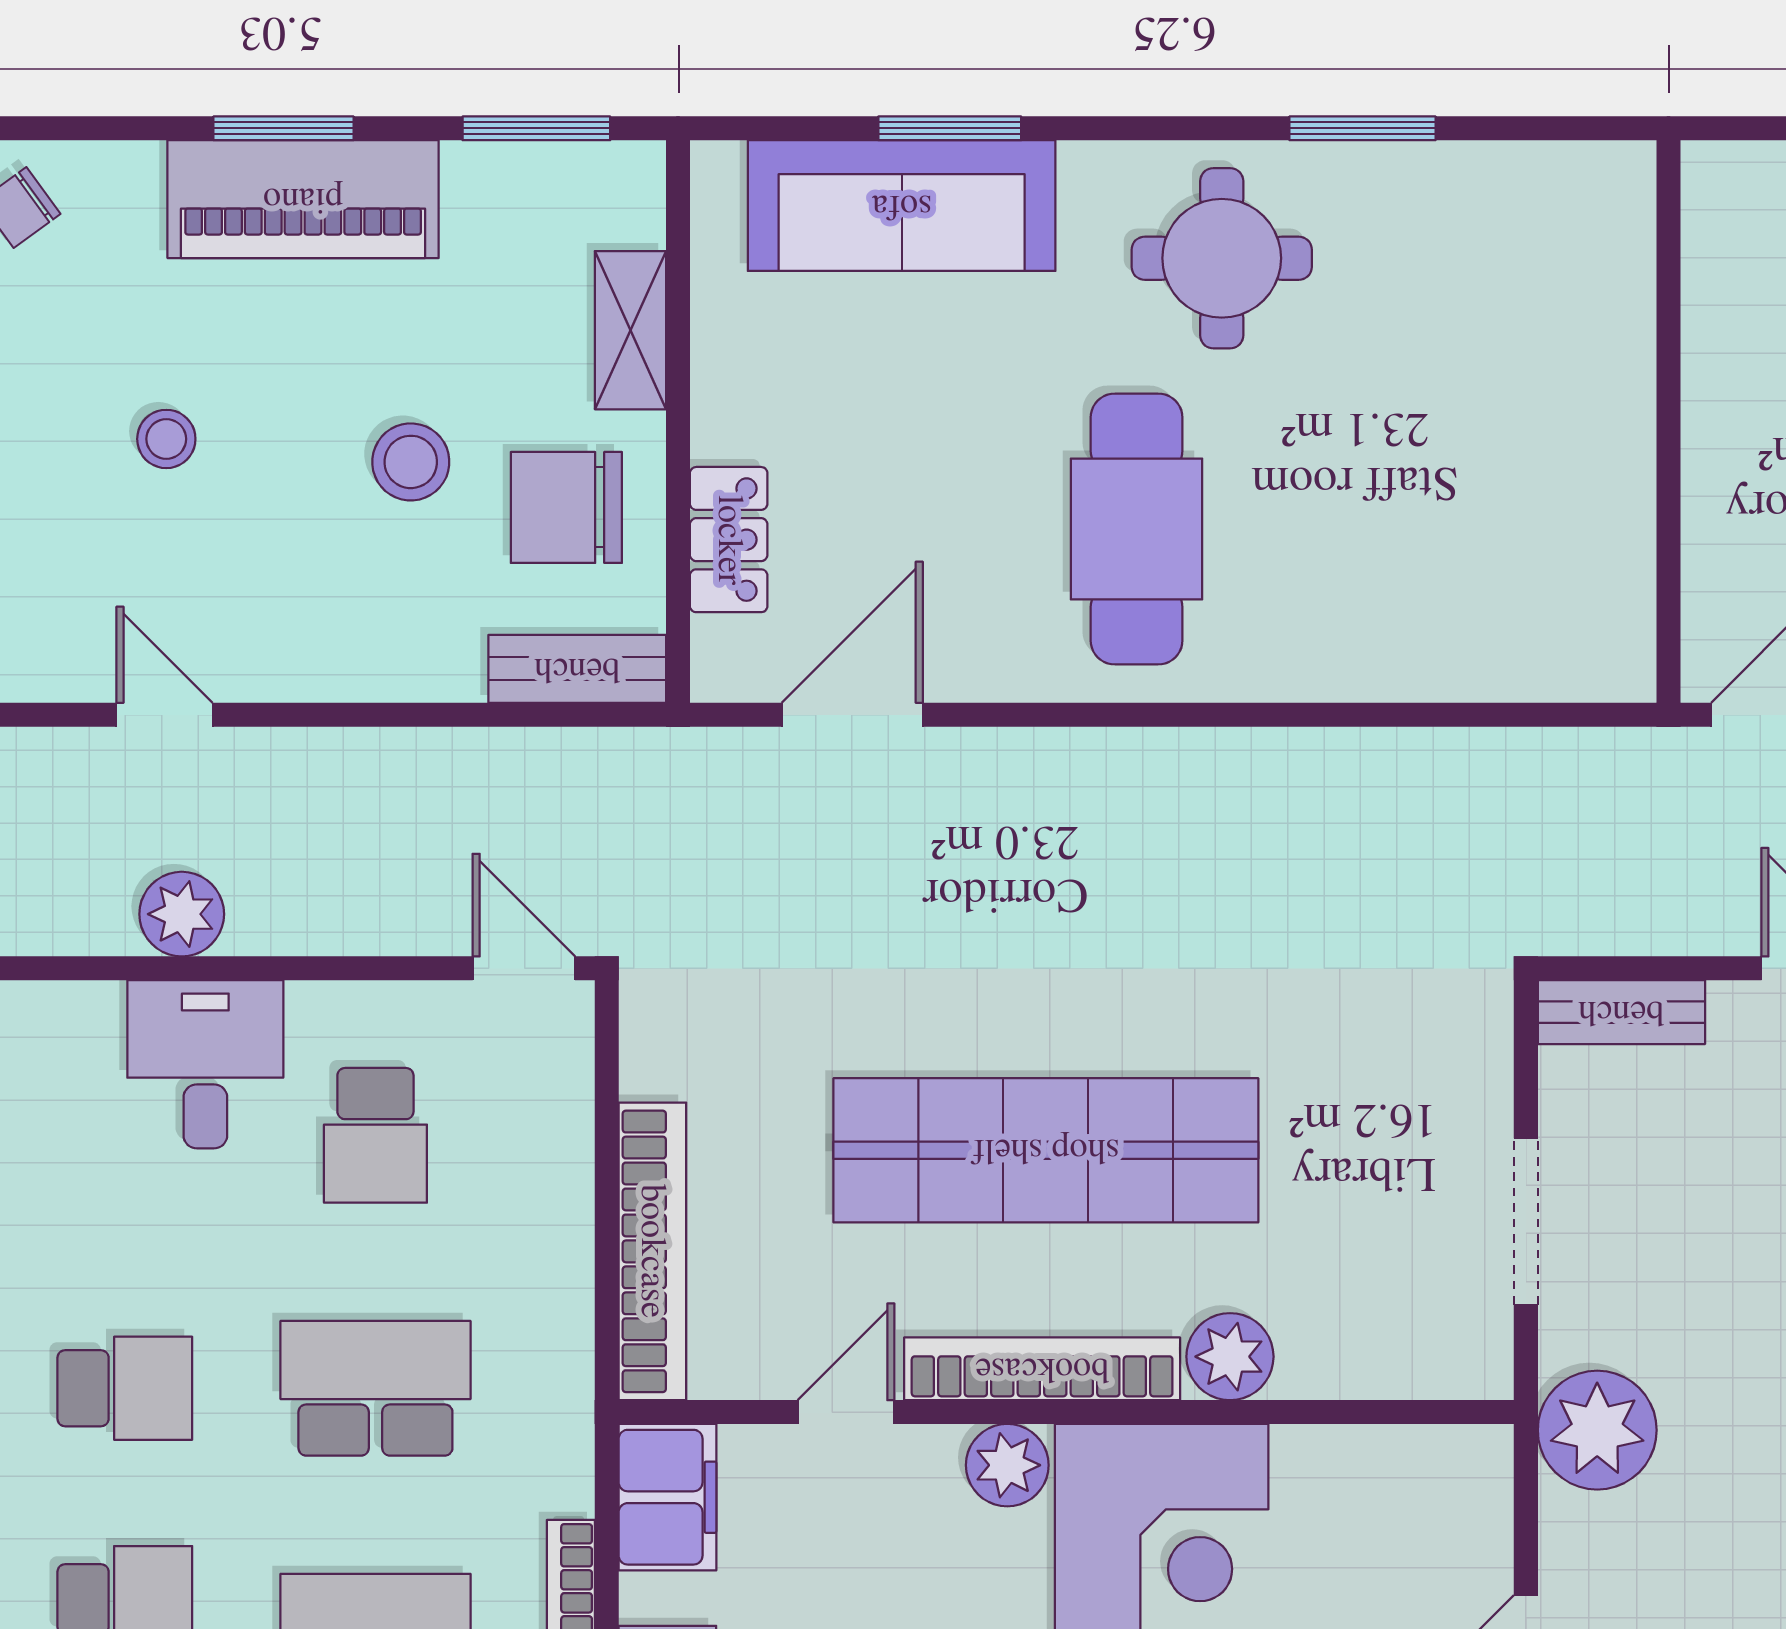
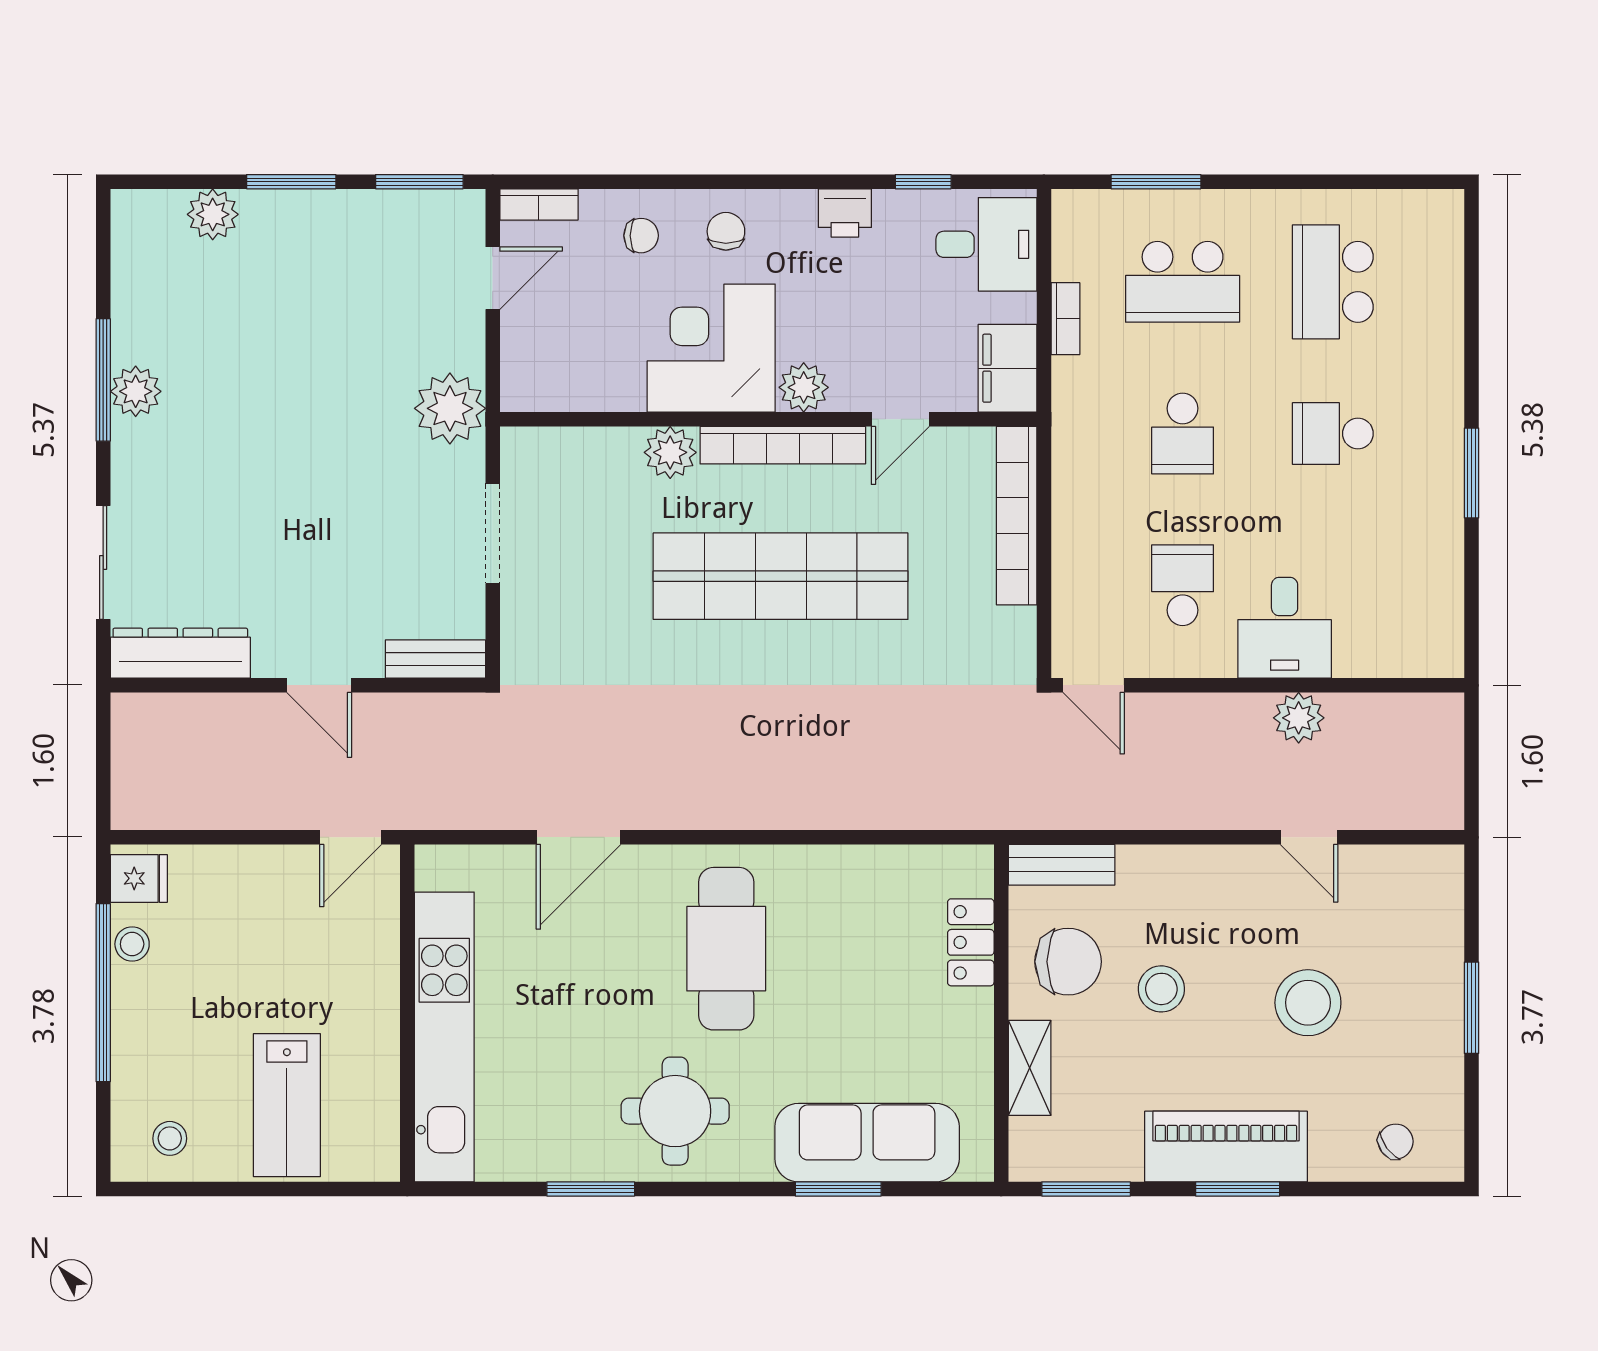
kitchen unit: (1607, 382) -> (444, 1037), added
stool: (166, 439) -> (1308, 1003), width x1.89, depth x1.89
door: (852, 715) -> (579, 837), moved
school desk: (375, 1388) -> (1183, 434), width x0.54

